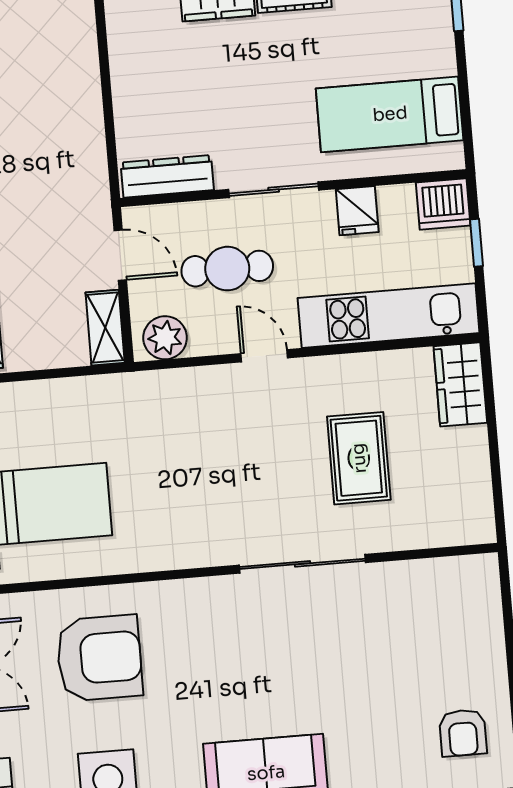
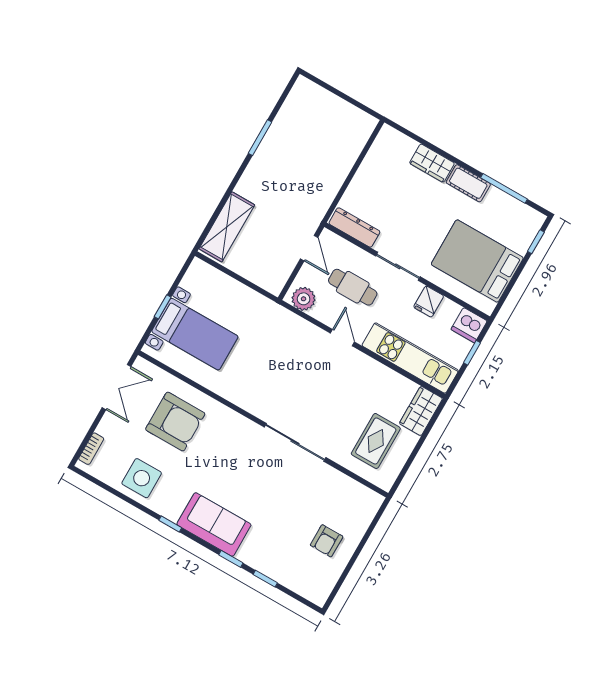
bed: (390, 114) -> (477, 261), width x1.50
shelving: (105, 328) -> (280, 276), removed
rug: (359, 458) -> (376, 441), moved
armchair: (463, 733) -> (327, 541), moved

